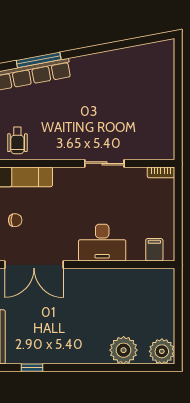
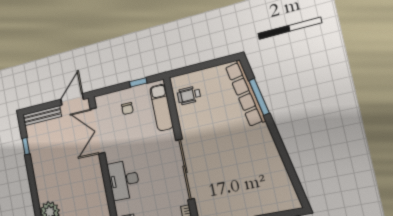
sliding door: (104, 163) -> (185, 169), width x1.86

